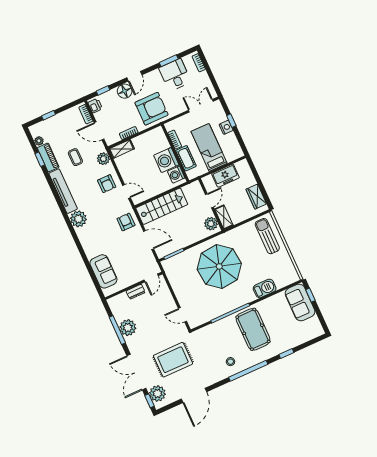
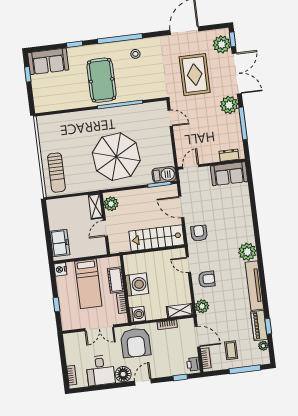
window: (169, 61) -> (102, 387), removed
floor lamp: (125, 91) -> (123, 374), moved
double door: (201, 106) -> (99, 328), moved
armchair: (151, 109) -> (136, 343), turned -90
window: (49, 115) -> (245, 369), width x2.17
nightstand: (226, 127) -> (60, 269), moved
coffee table: (75, 157) -> (231, 350), moved
washing machine: (176, 175) -> (137, 314), moved
freezer: (225, 176) -> (60, 243), moved, turned 90
armchair: (107, 184) -> (207, 279), turned 90
wardrobe: (256, 197) -> (55, 217), removed
armchair: (126, 222) -> (199, 233), turned 180
sofa: (103, 271) -> (229, 174), moved, turned -90
barbecue: (265, 288) -> (164, 175), moved, turned 180
dresser: (136, 292) -> (229, 155), moved
window: (310, 295) -> (28, 74), moved
sofa: (300, 302) -> (48, 61), moved, turned 90
plant: (128, 328) -> (229, 105), moved
rug: (173, 360) -> (195, 75), turned 90

